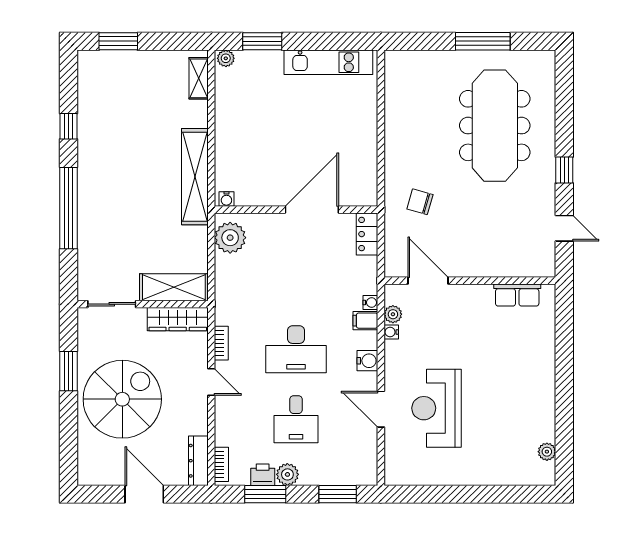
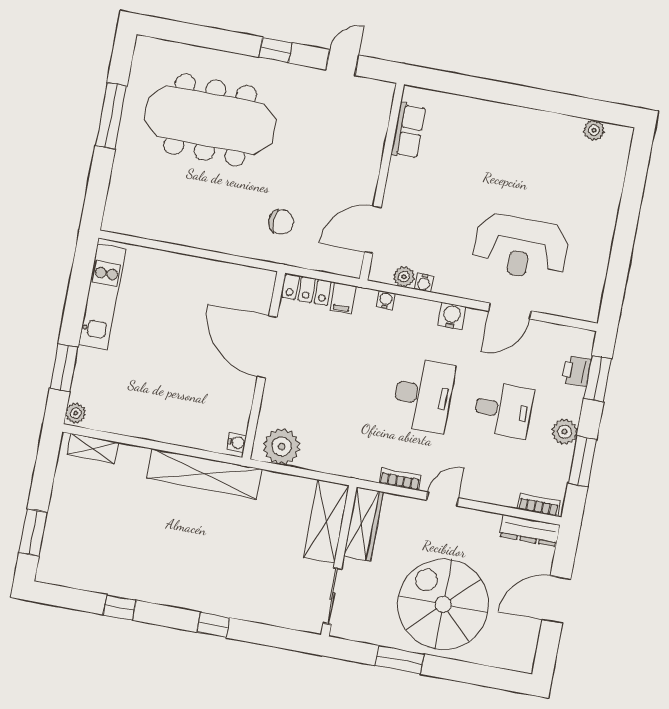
chair: (420, 202) -> (281, 222), turned -106
window: (68, 208) -> (213, 625), width x0.32
filing cabinet: (365, 321) -> (343, 298), moved
printer: (263, 475) -> (576, 371), moved

